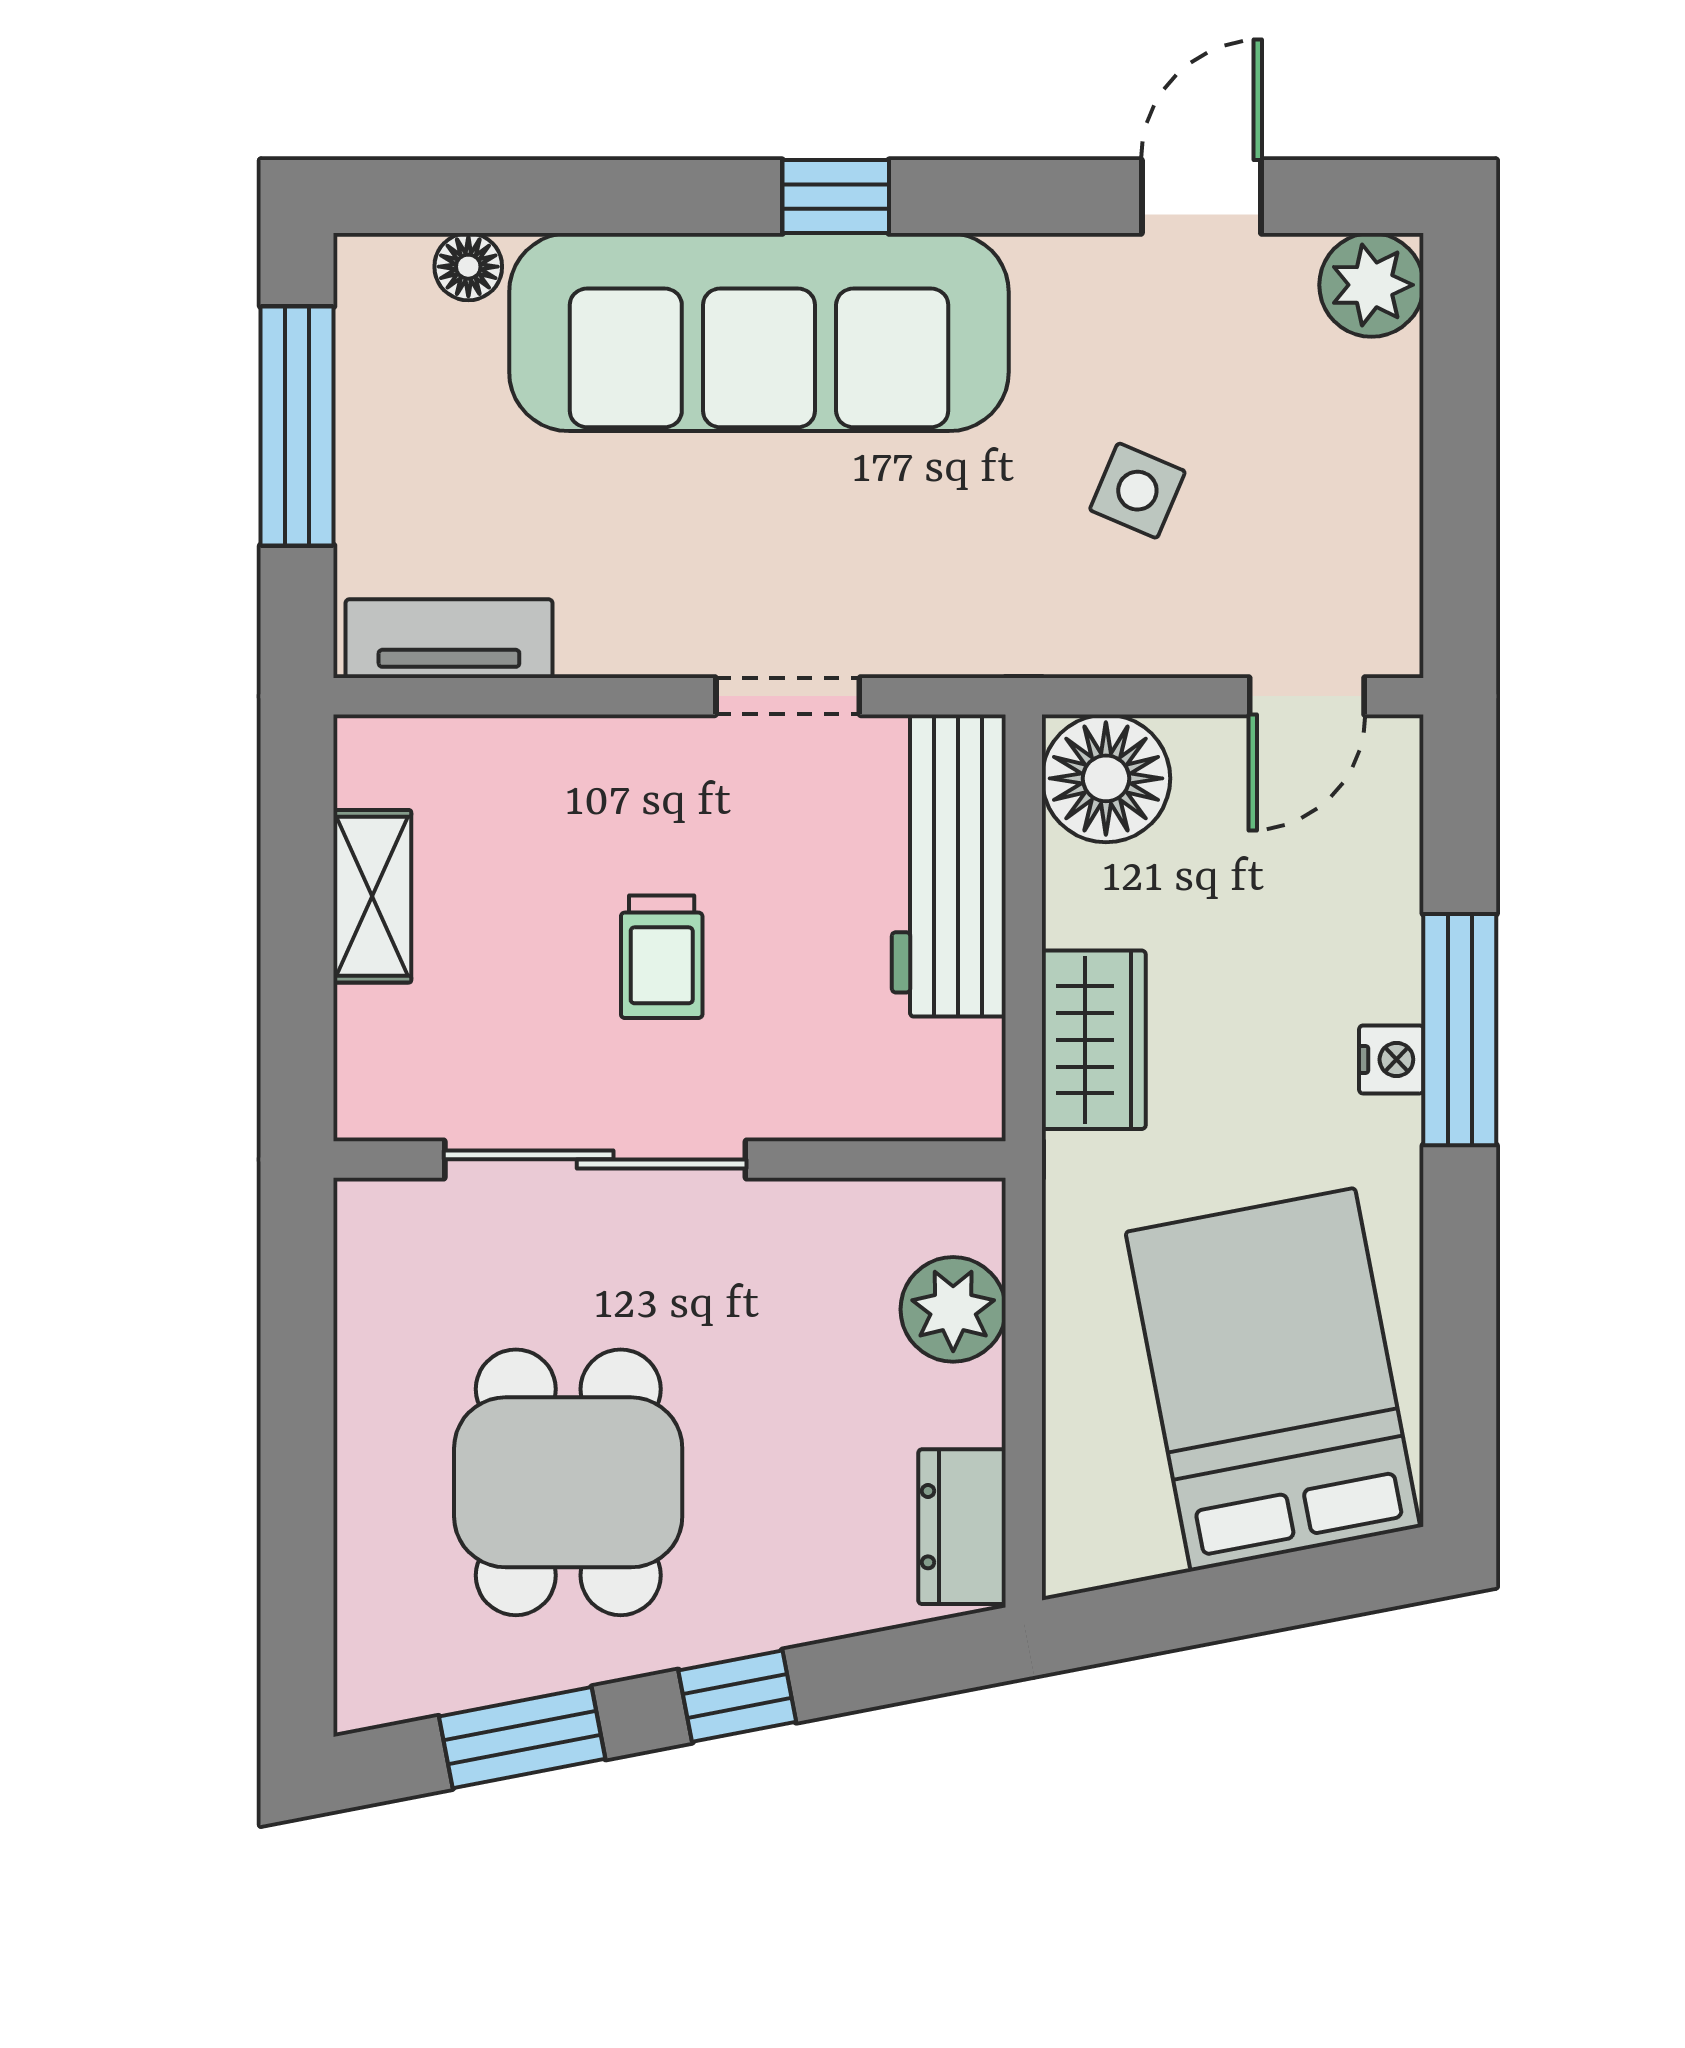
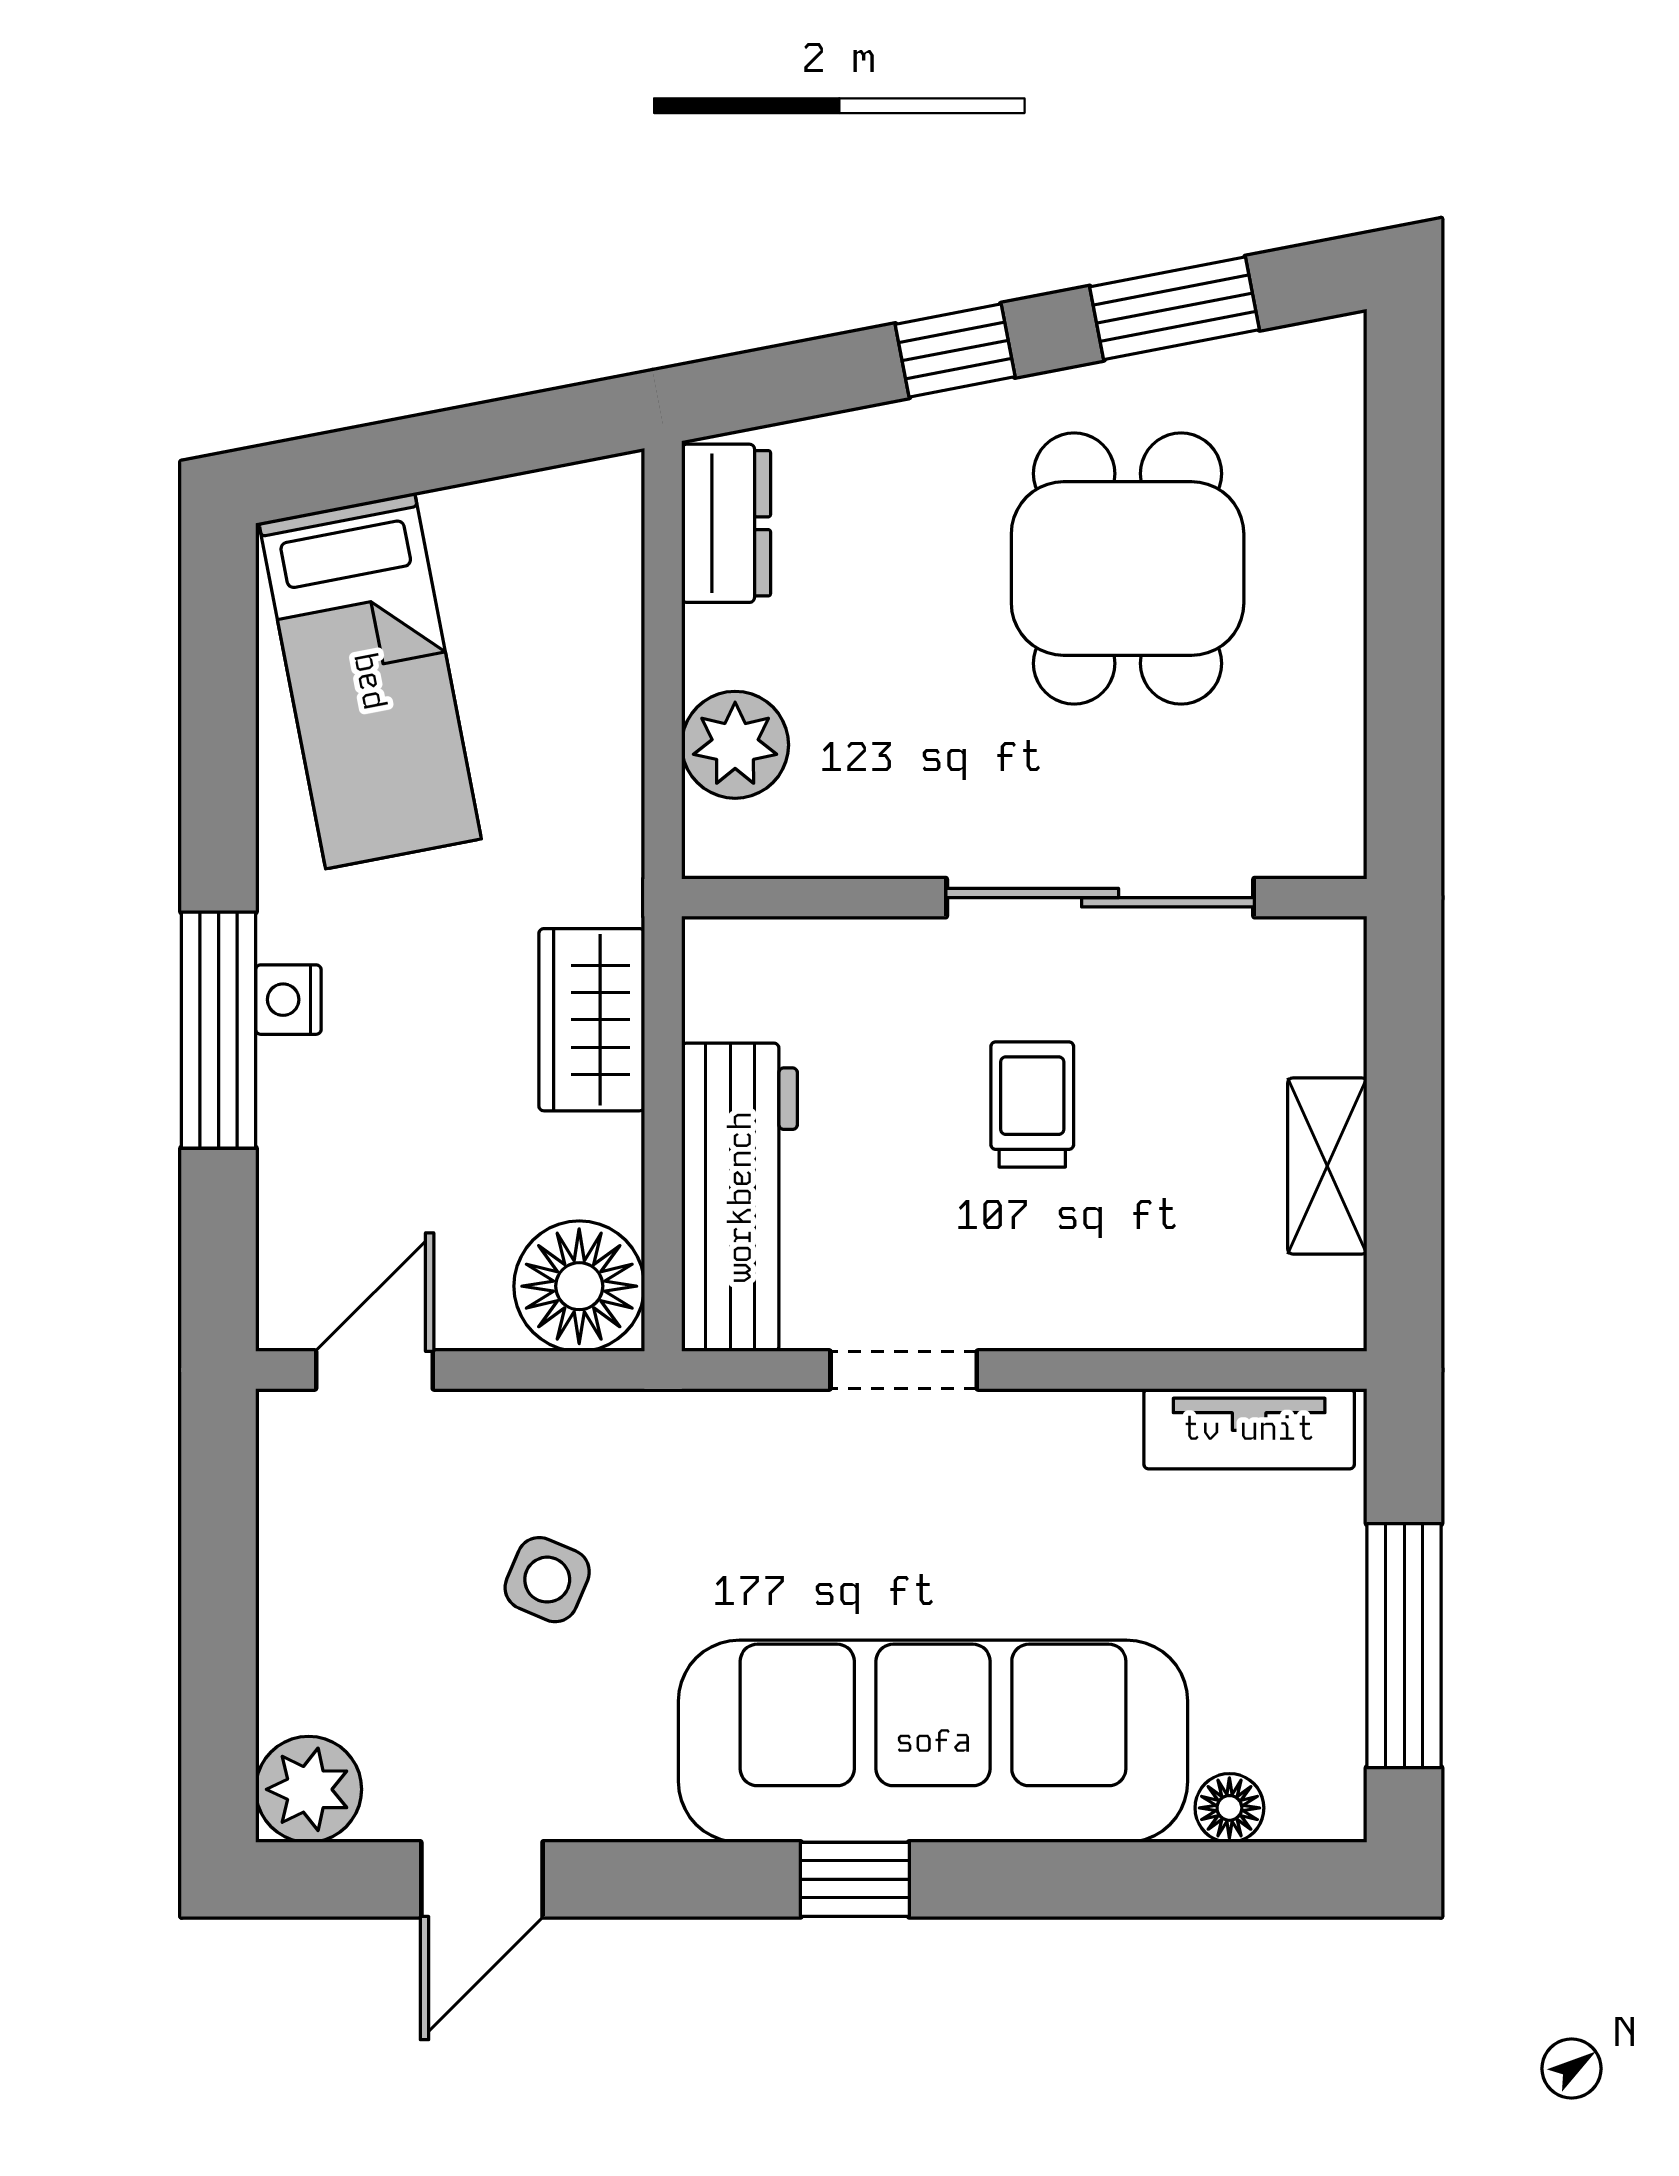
bed: (1273, 1380) -> (370, 681), width x0.67

